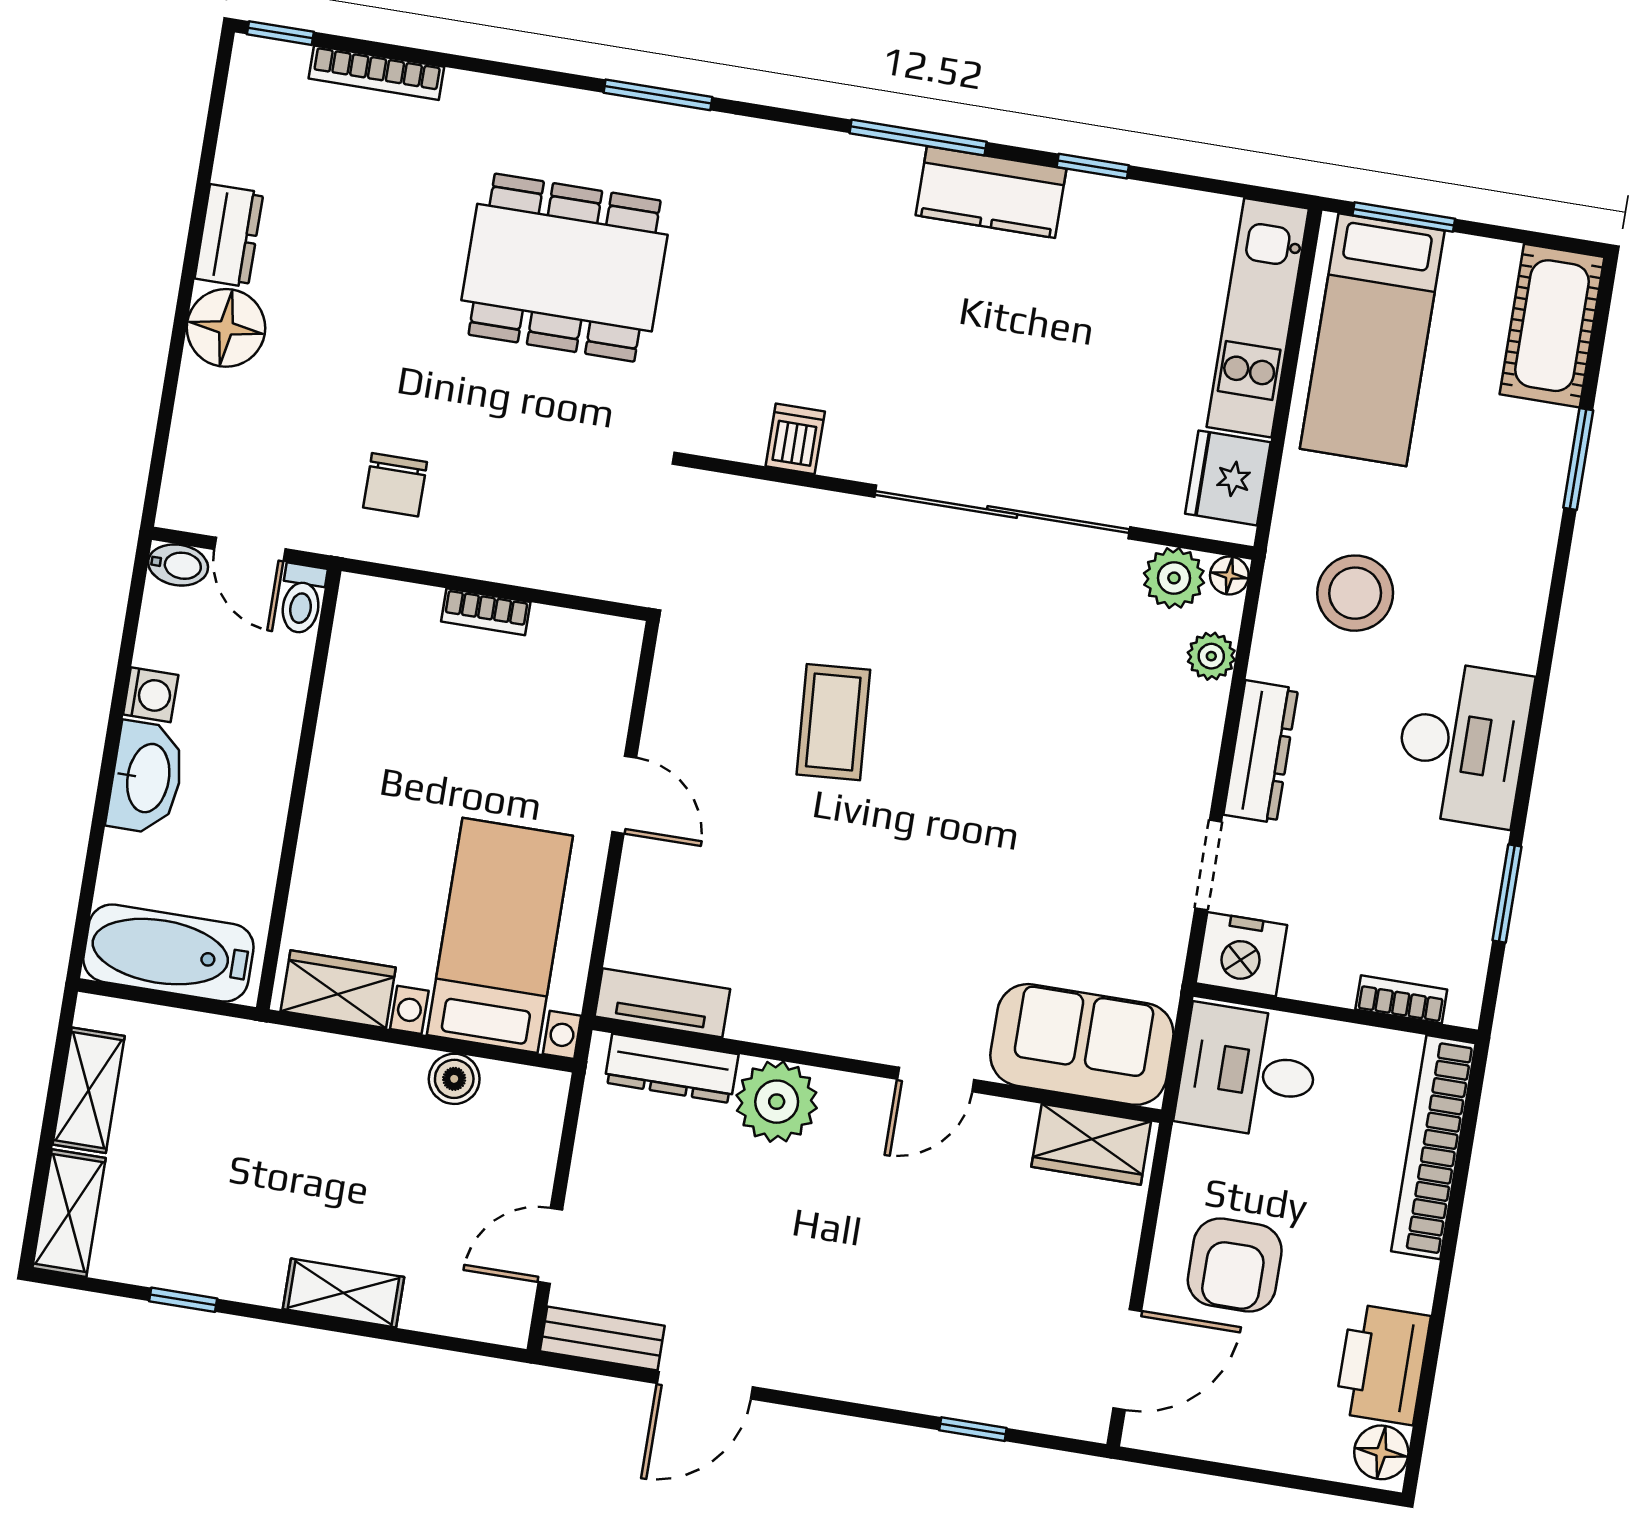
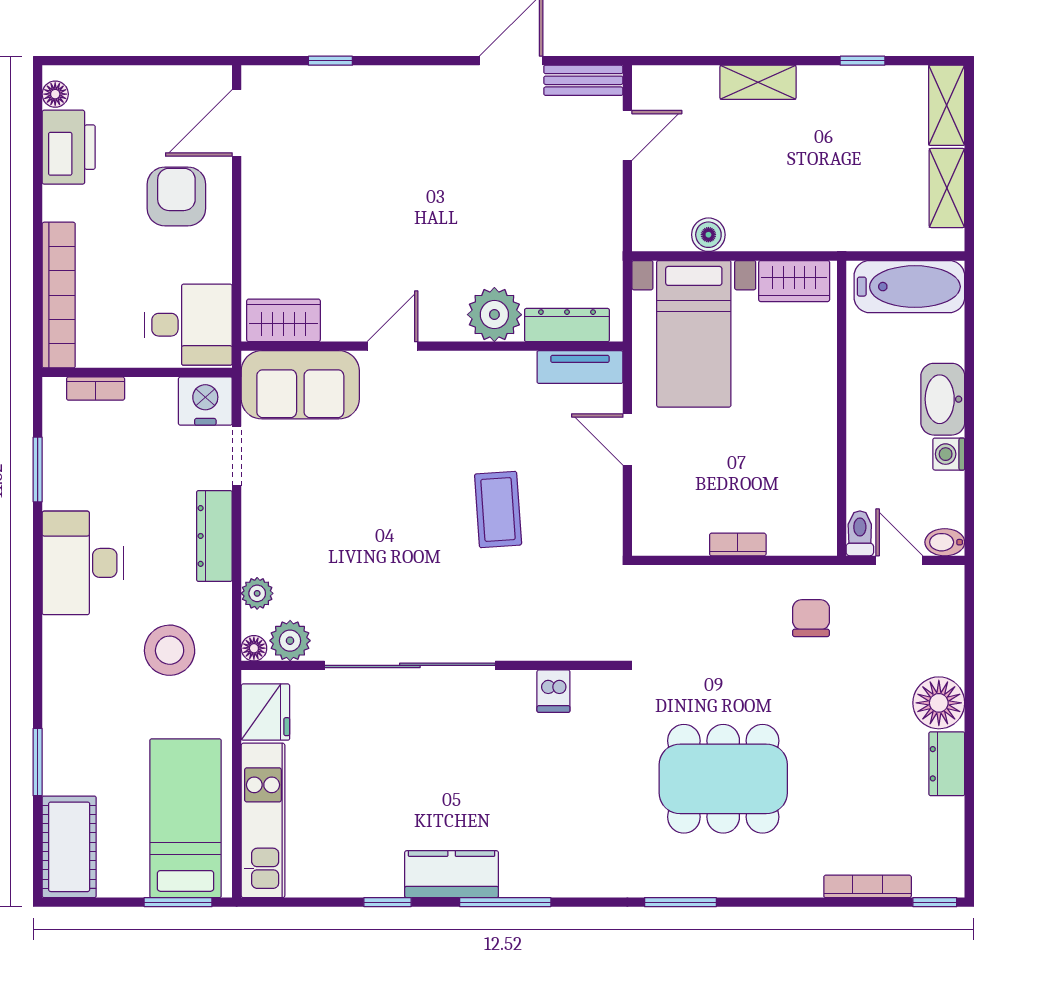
tv unit: (662, 1003) -> (580, 367), moved
sofa: (1082, 1044) -> (300, 385), moved
dresser: (671, 1068) -> (567, 325), moved
wall: (877, 1070) -> (432, 346), moved
door: (936, 1079) -> (393, 346), moved
plant: (777, 1102) -> (494, 315), moved
wardrobe: (1091, 1144) -> (284, 320), moved
floor lamp: (1381, 1452) -> (55, 94), width x0.73, depth x0.73

